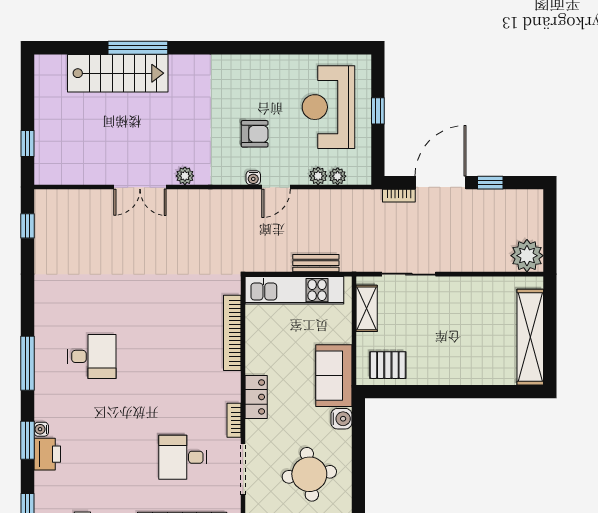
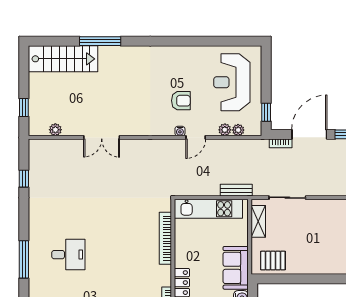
stairs: (118, 73) -> (63, 59), moved
window: (378, 111) -> (266, 112), moved
plant: (185, 176) -> (55, 130), moved
window: (27, 226) -> (24, 179), moved
bench: (316, 263) -> (236, 190), moved

